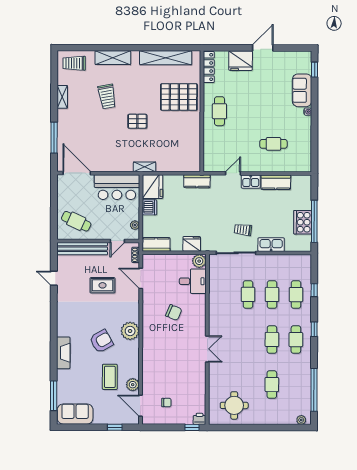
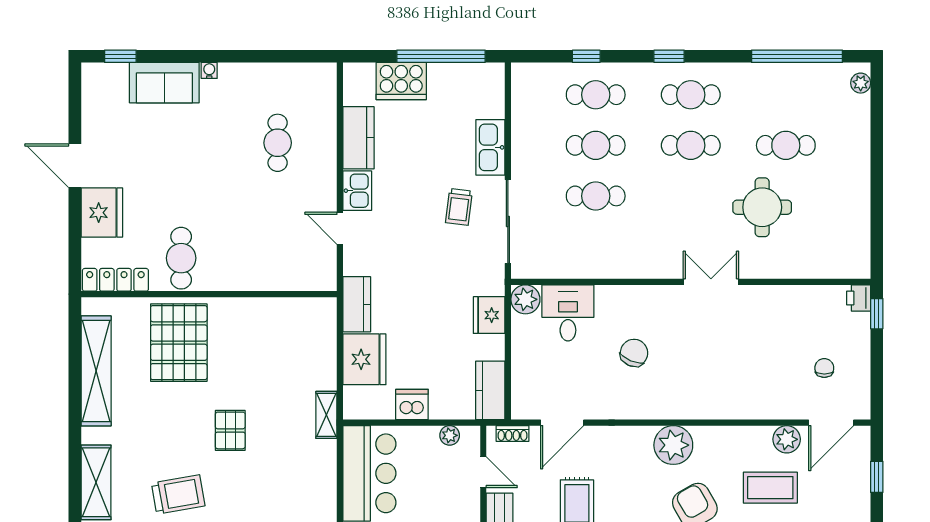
cafe table: (219, 111) -> (181, 258), moved, turned 90
fridge: (152, 187) -> (364, 359), moved, turned 90
cooker: (303, 222) -> (401, 81), moved
round table: (234, 405) -> (762, 207), moved

